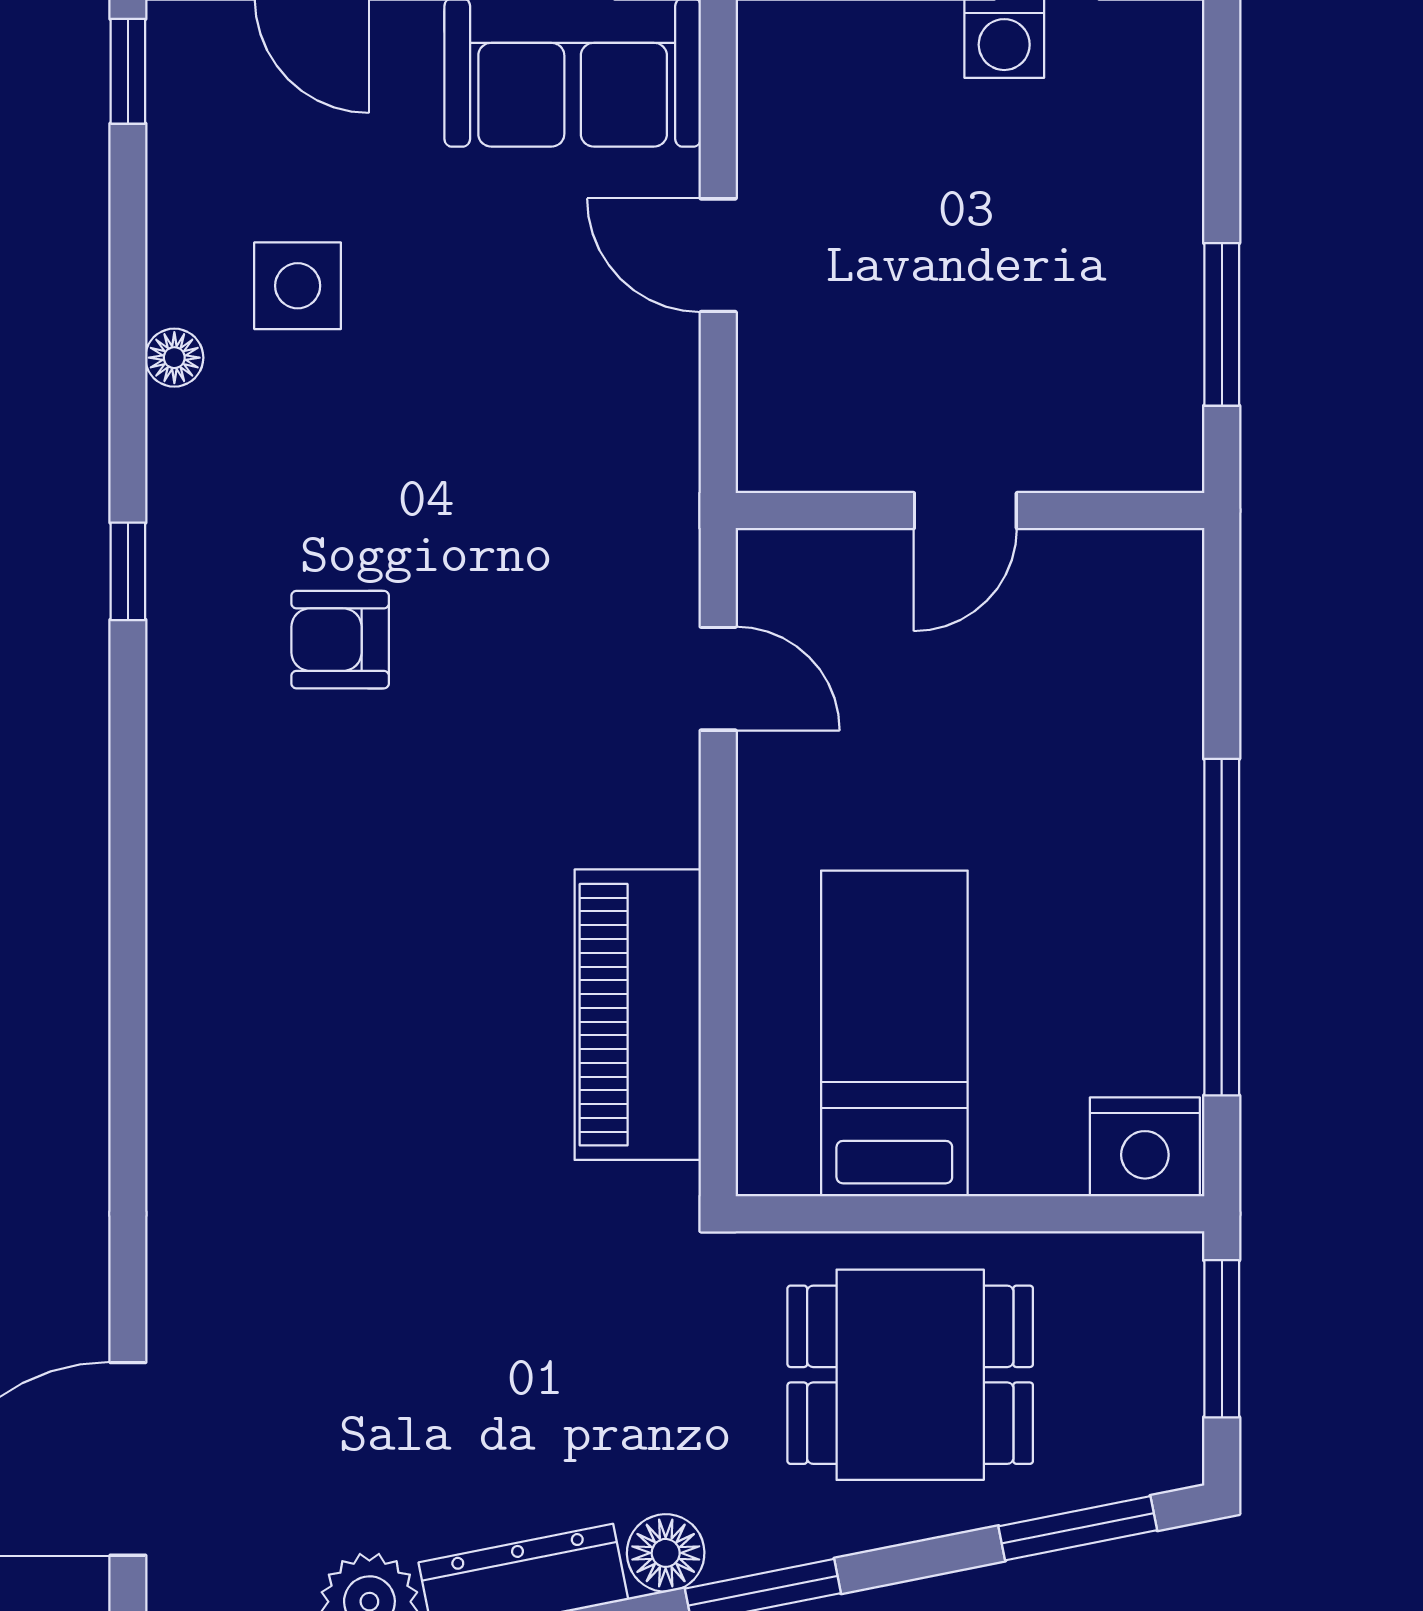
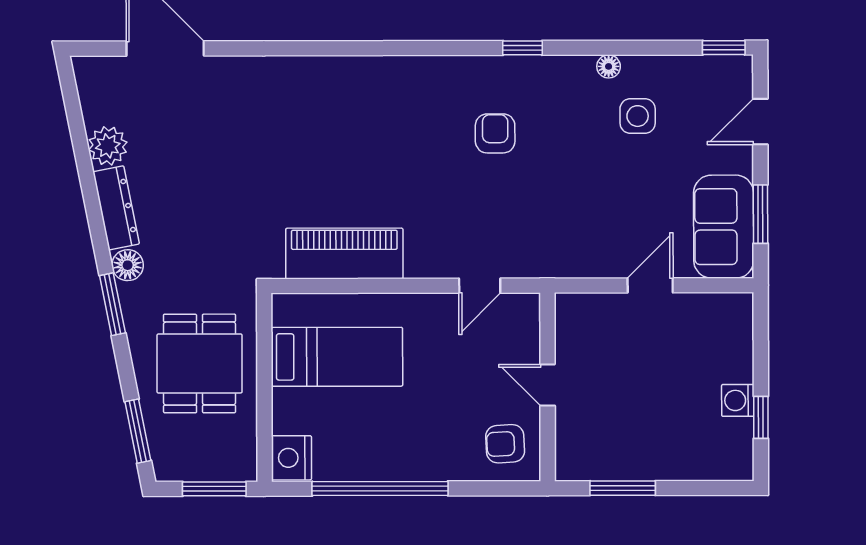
armchair: (1111, 616) -> (505, 444), added

